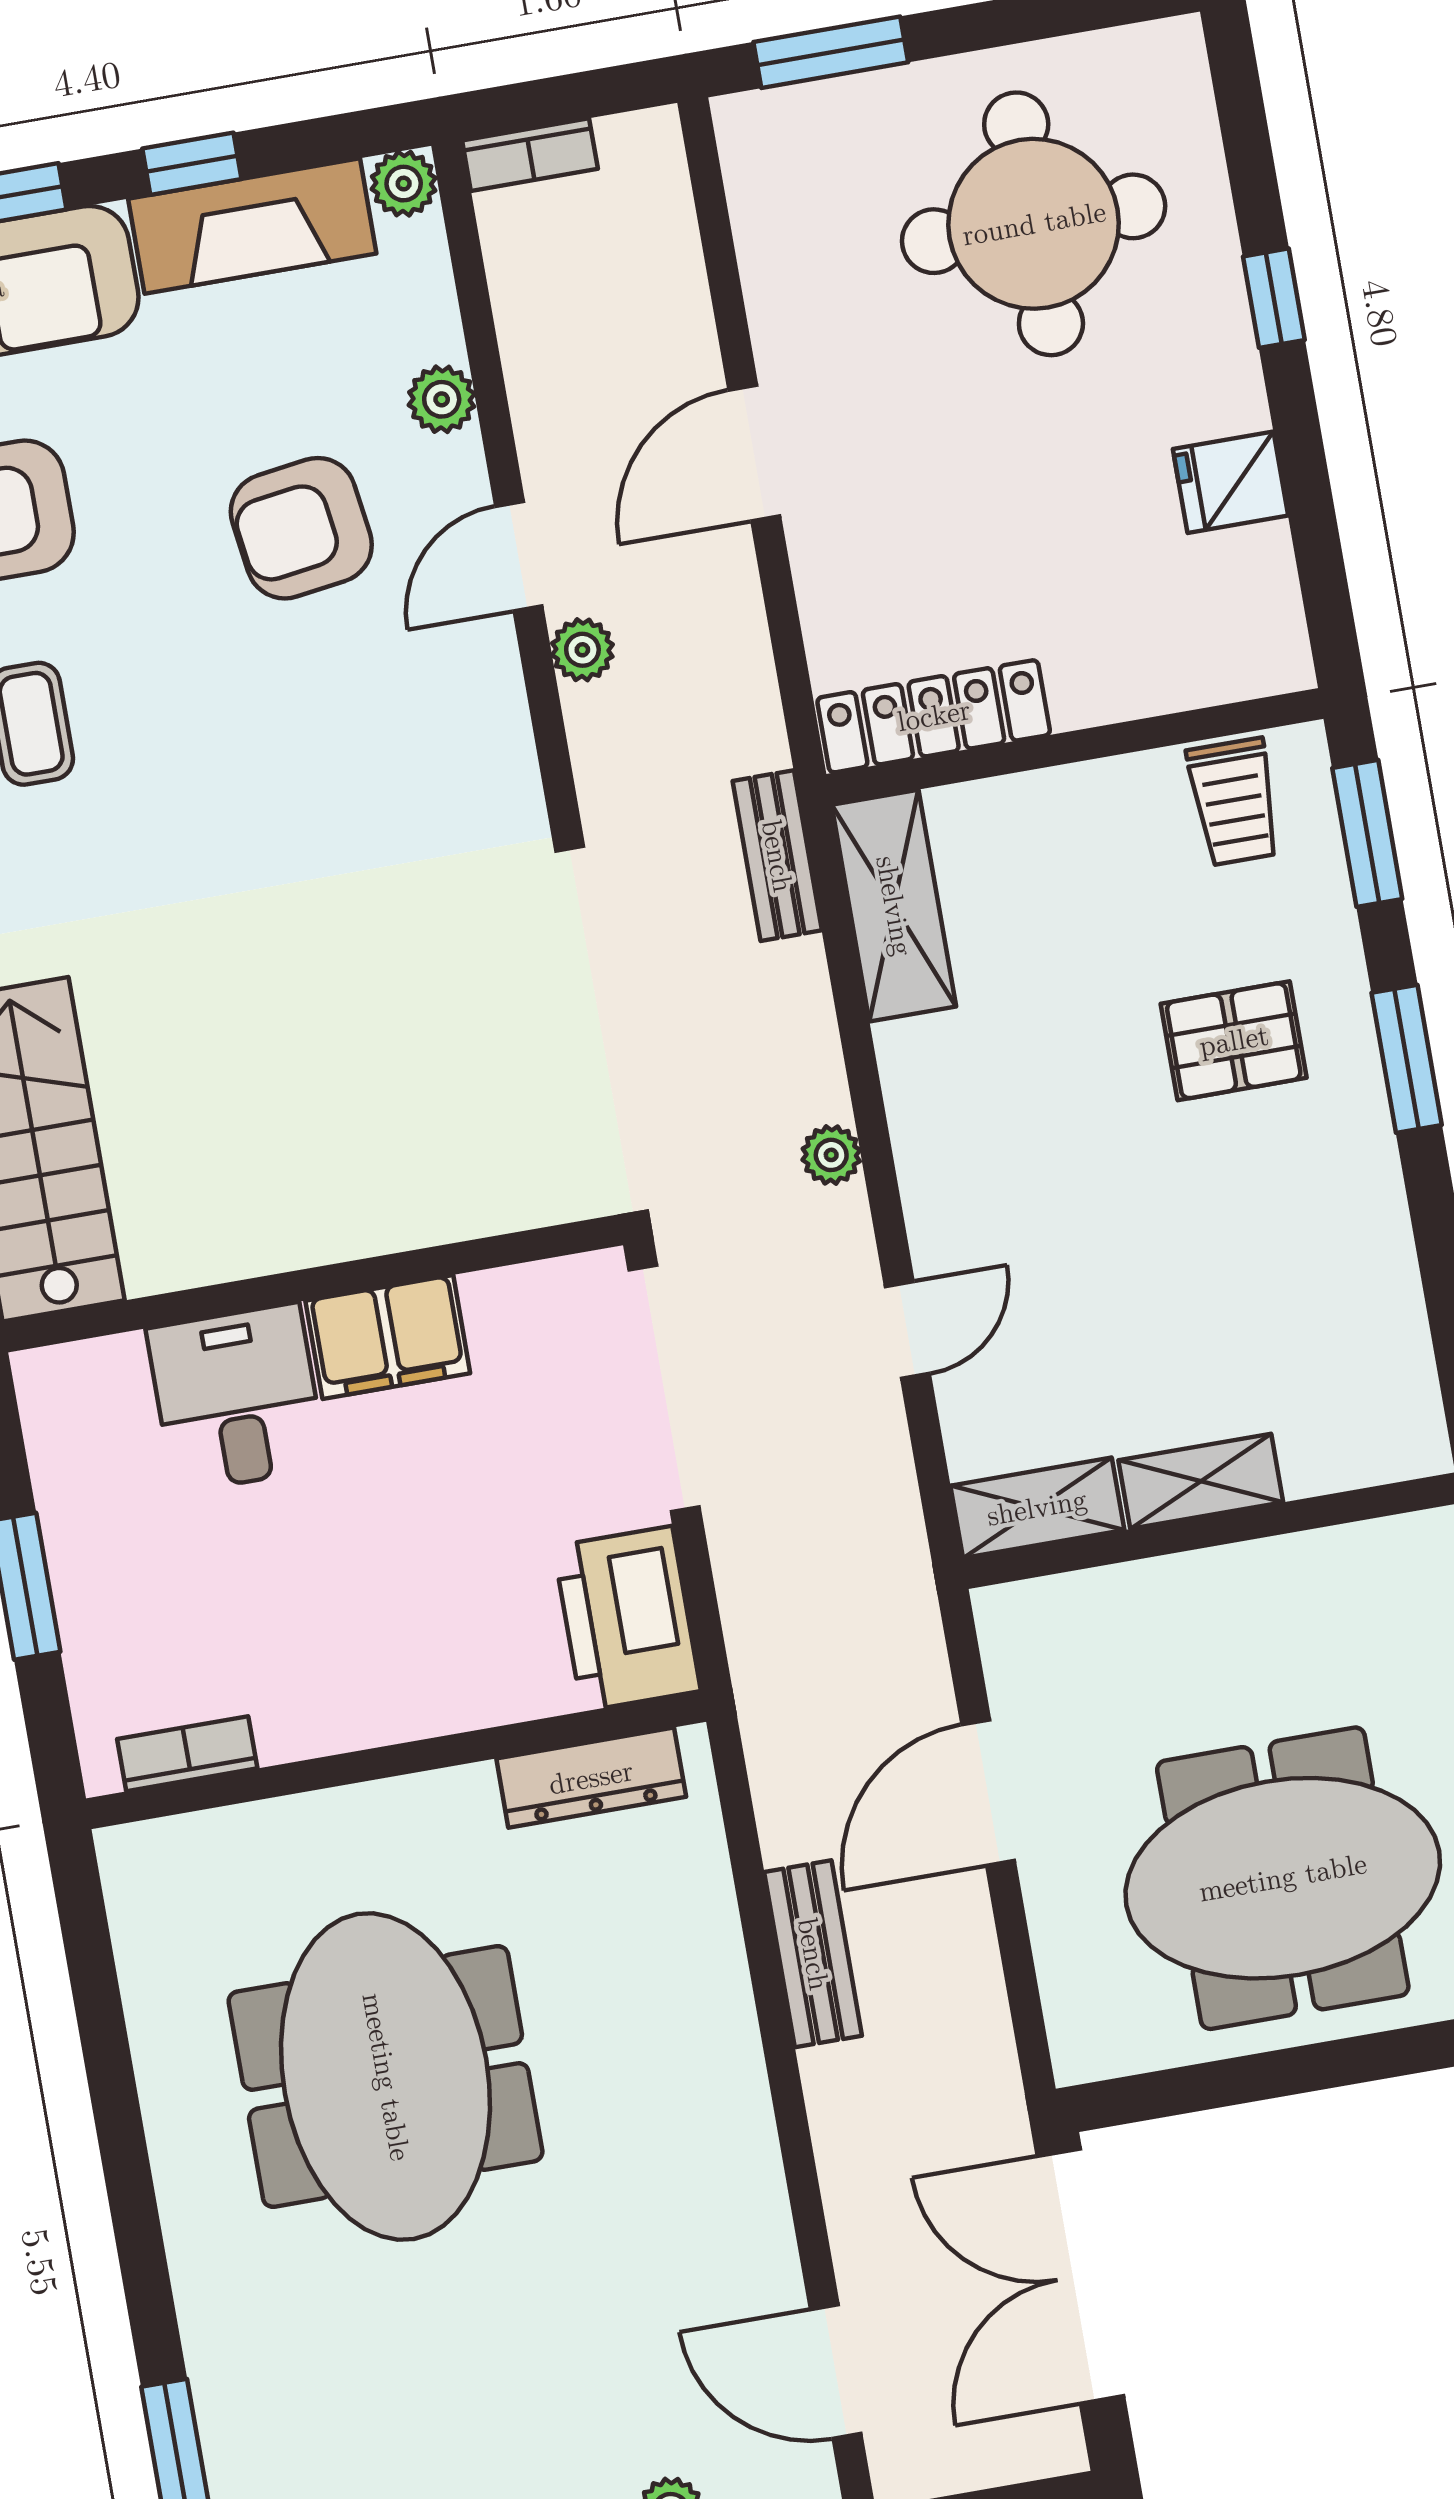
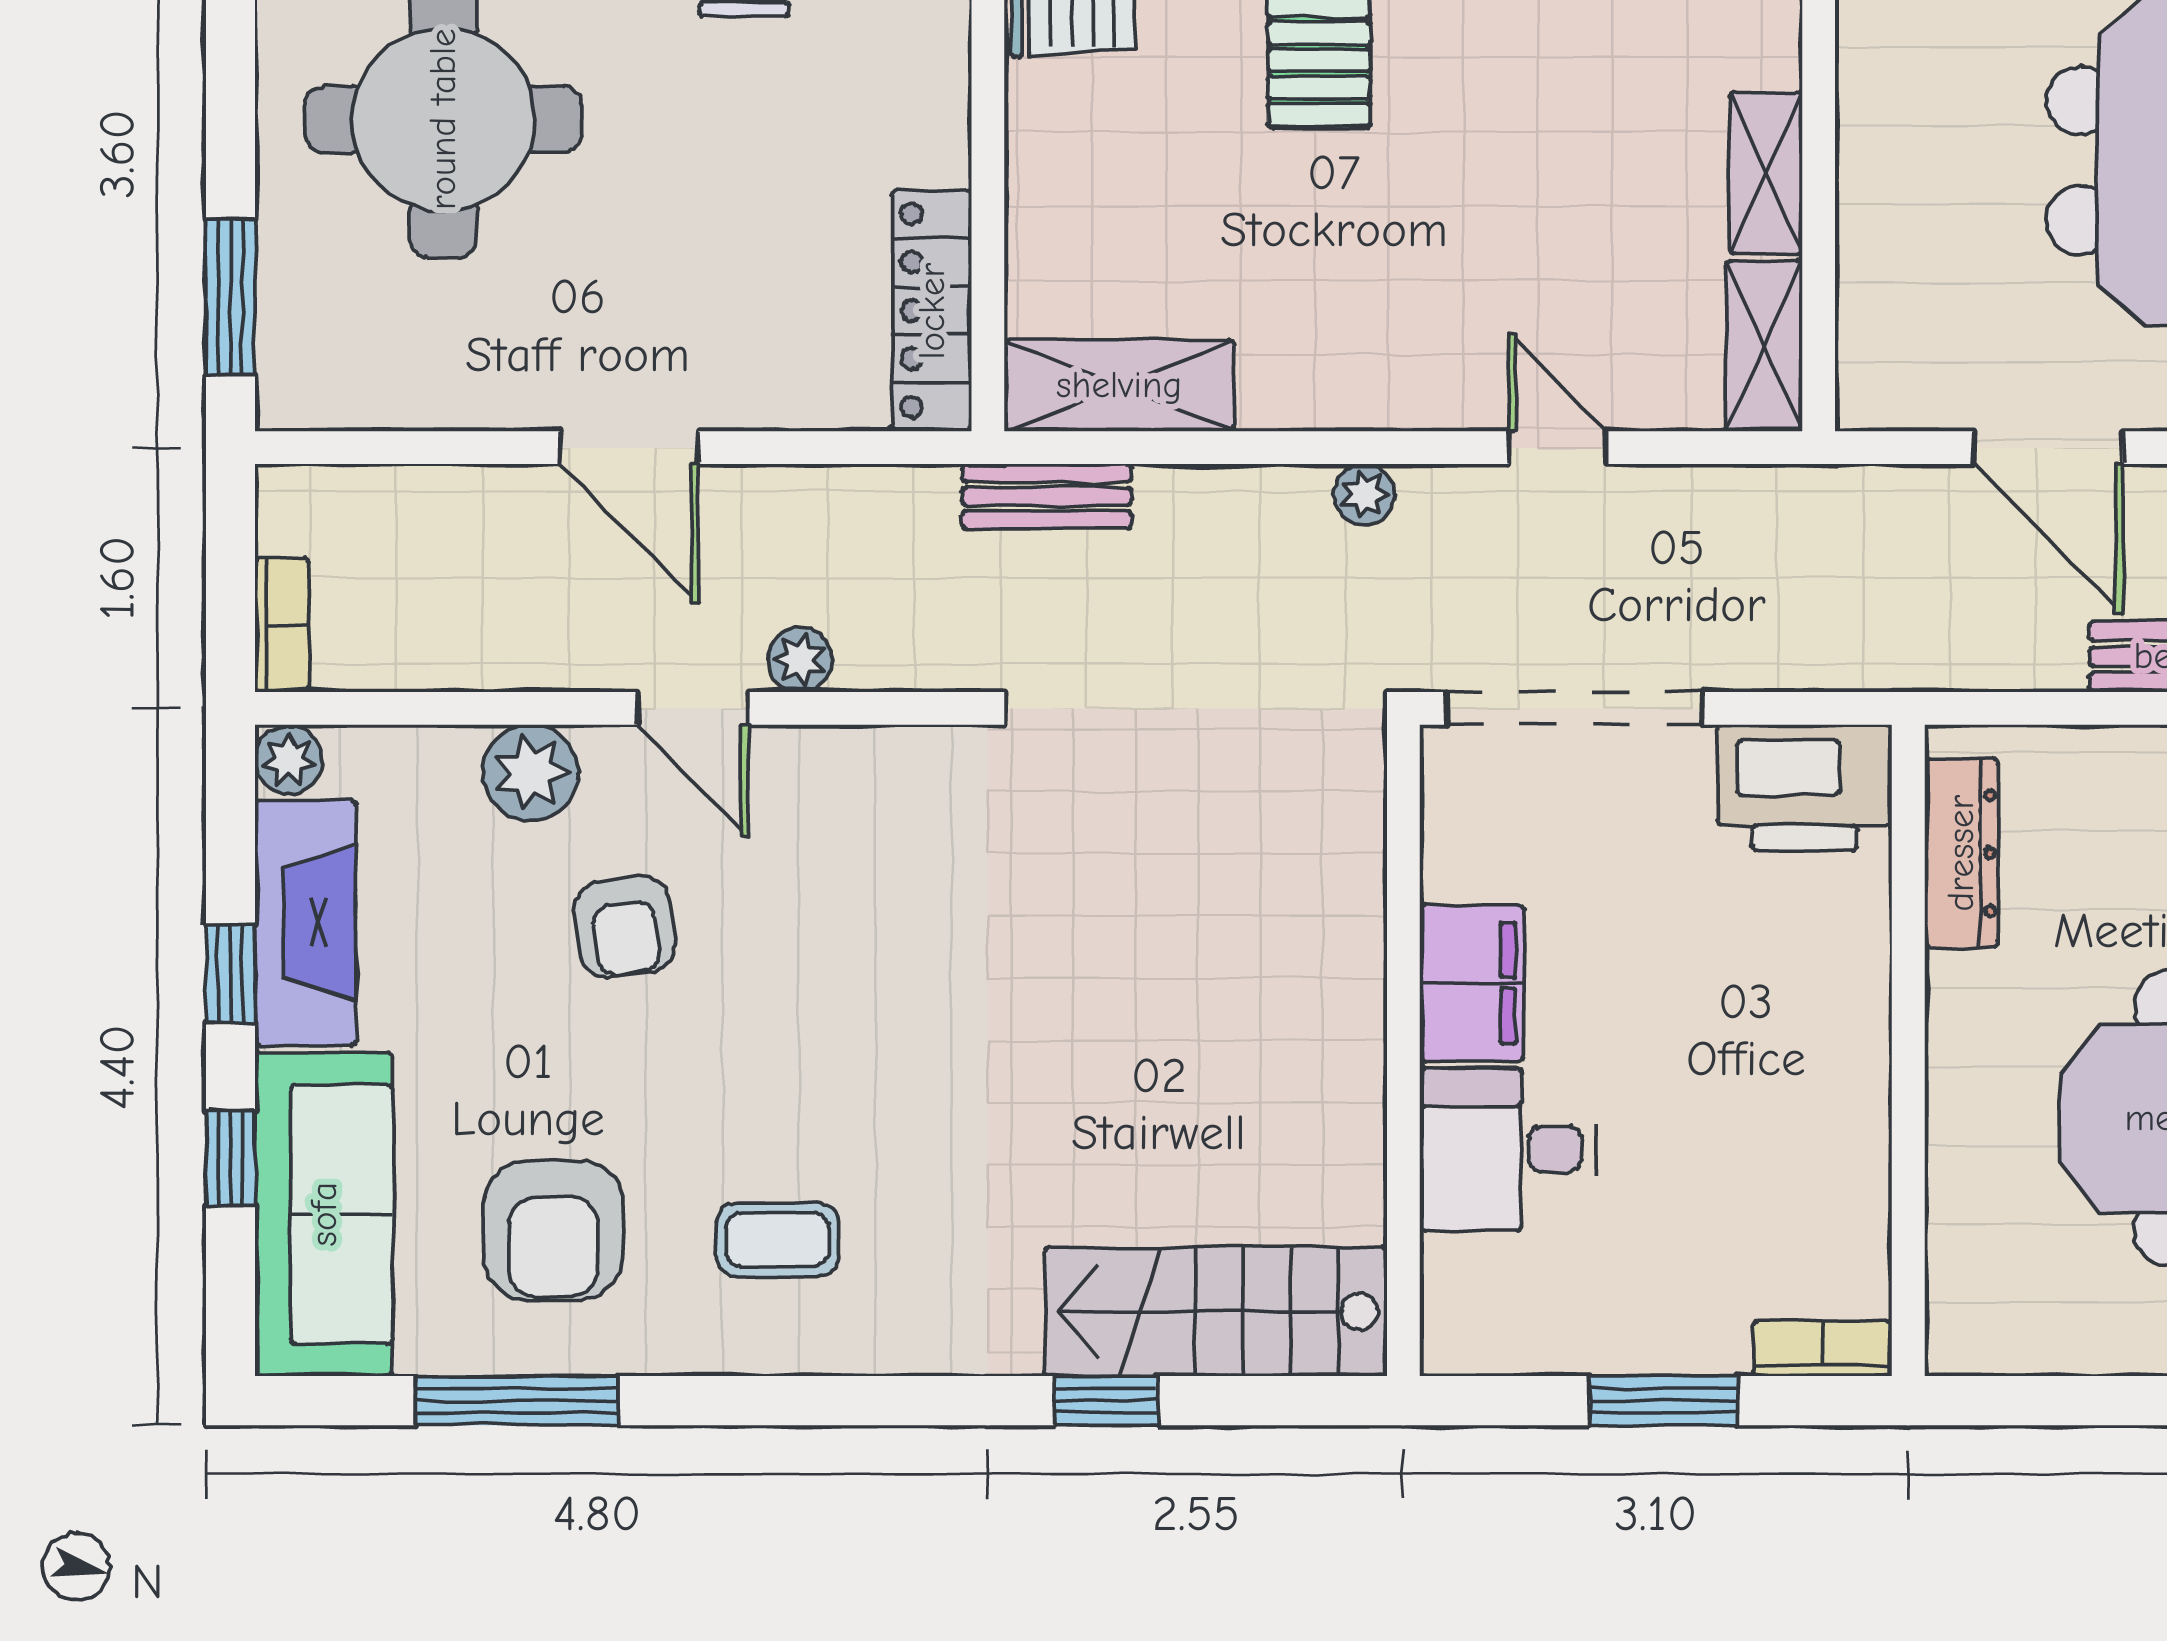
plant: (442, 399) -> (531, 773), width x1.38, depth x1.38
armchair: (301, 528) -> (625, 927), width x0.72, depth x0.72
bookcase: (187, 1754) -> (1823, 1348), moved, turned 90

